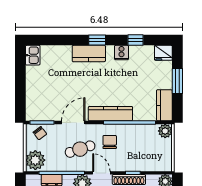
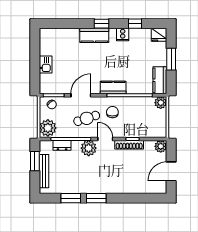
kitchen sink: (33, 55) -> (46, 64), moved
kitchen counter: (110, 114) -> (113, 88), width x0.67

